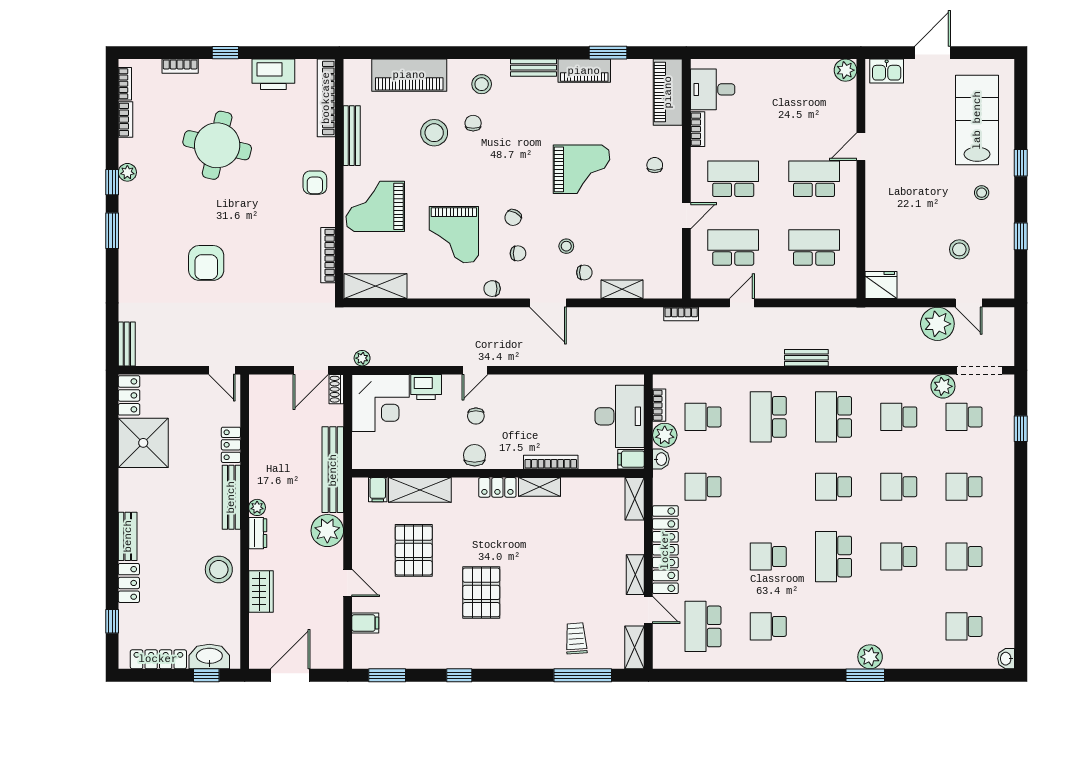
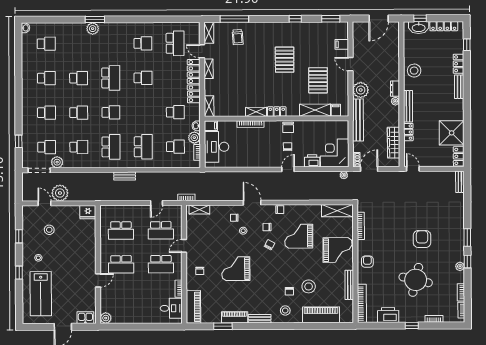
grand piano: (454, 235) -> (299, 236), turned -90
armchair: (206, 263) -> (422, 239), moved
shelving: (622, 289) -> (199, 210), moved
wardrobe: (261, 592) -> (394, 143), moved, width x1.50

